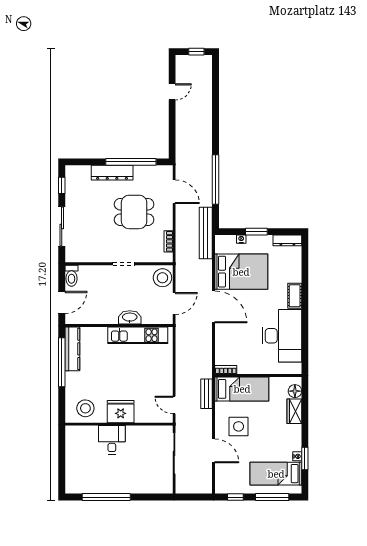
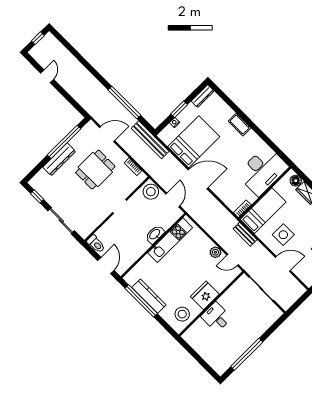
desk: (282, 336) -> (263, 171), moved, turned 90
kitchen counter: (72, 349) -> (149, 296), moved
plant: (166, 384) -> (215, 252), added

